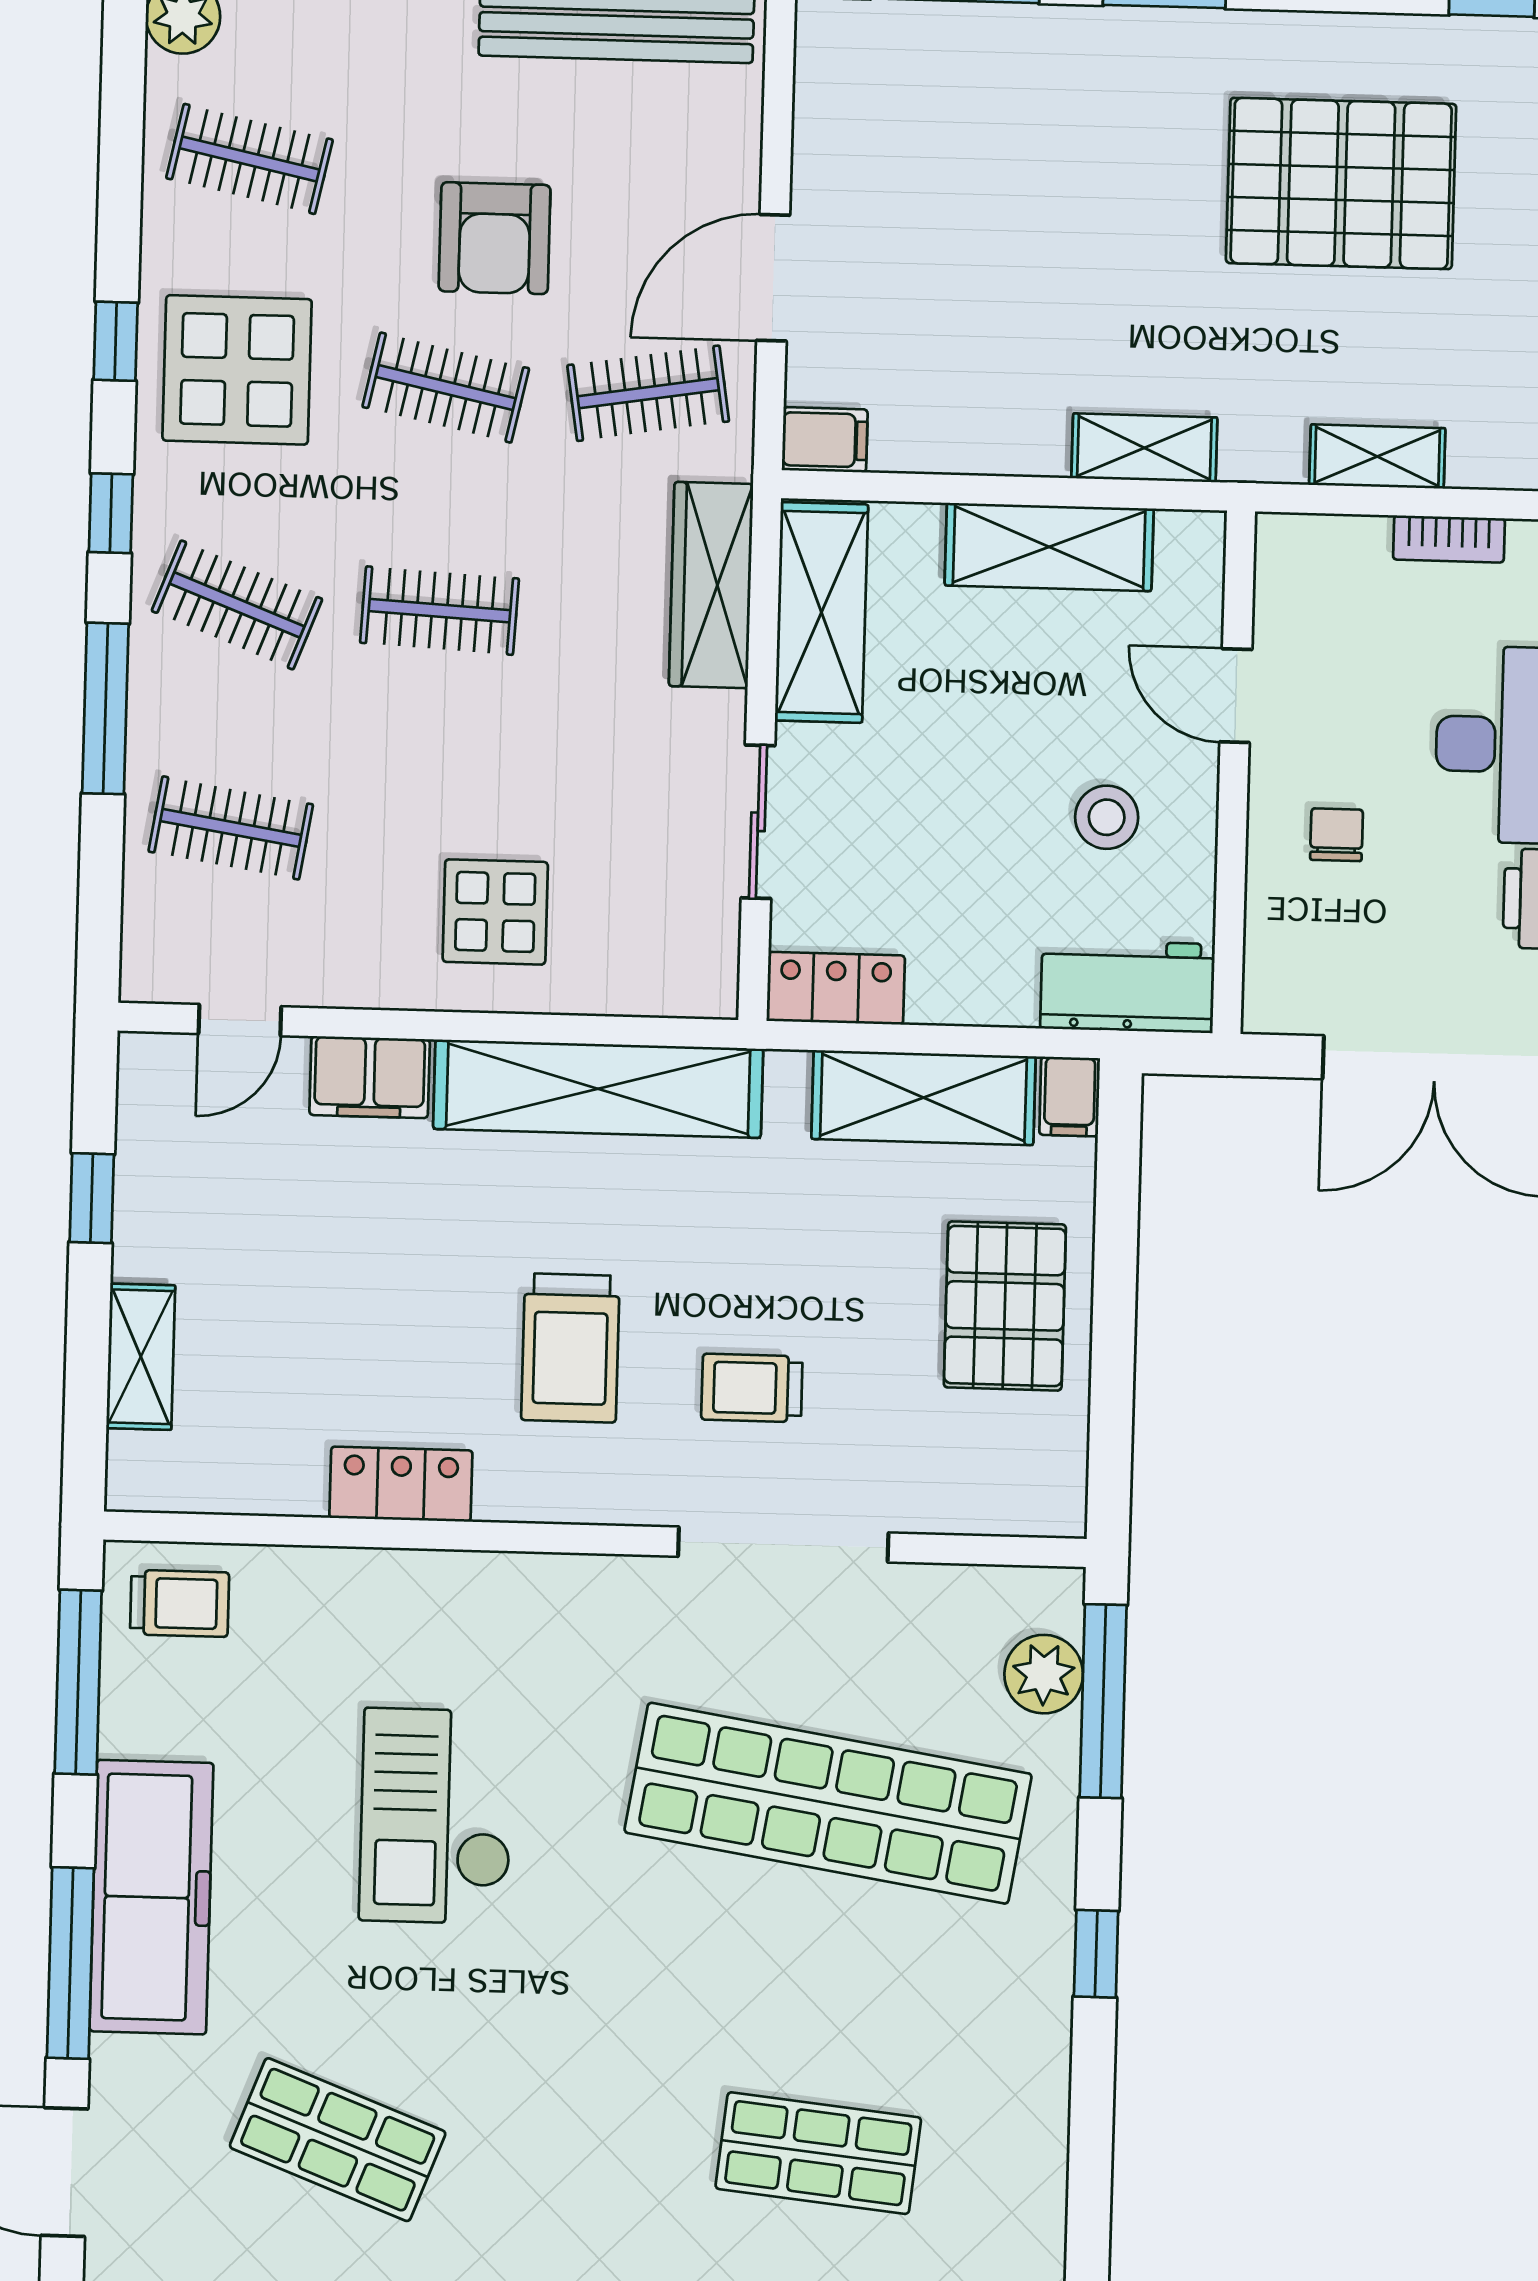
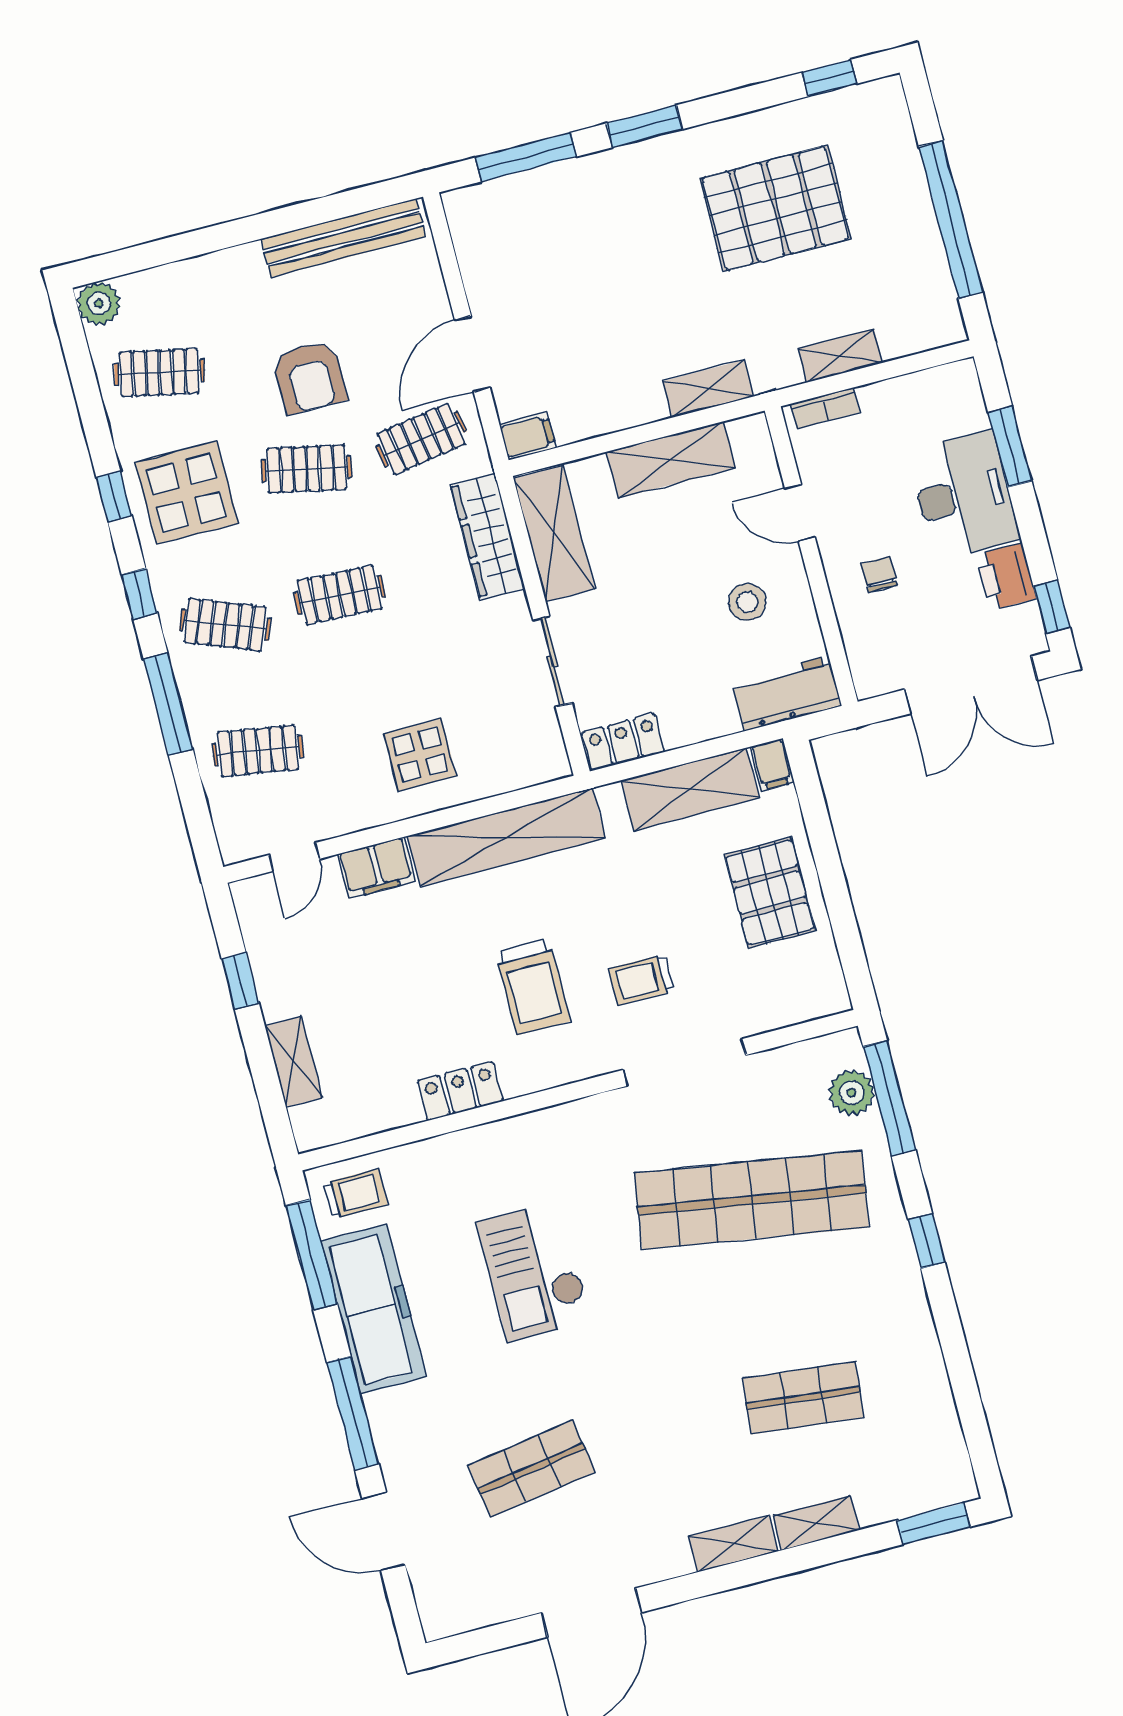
bookcase: (1449, 539) -> (825, 408), moved
freezer: (151, 1897) -> (374, 1309), moved
shop shelf: (338, 2140) -> (532, 1469), turned -30

